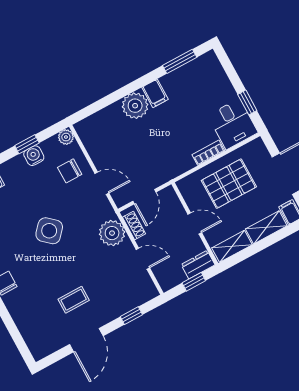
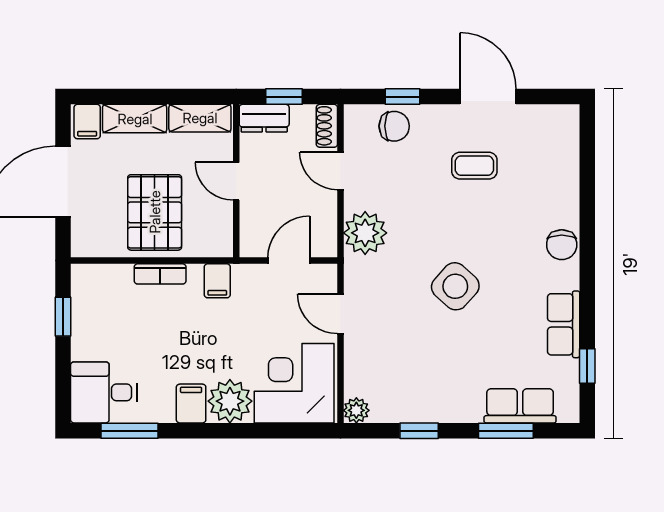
desk: (233, 124) -> (104, 392), moved, turned -90
corner desk: (106, 134) -> (294, 383), added
water cooler: (34, 156) -> (418, 409), removed
filing cabinet: (176, 166) -> (217, 281), added
chair: (70, 171) -> (394, 126), moved
pallet: (229, 184) -> (155, 212), turned 90
shoe rack: (134, 226) -> (327, 126), moved
door: (86, 340) -> (488, 97), hinge flipped

